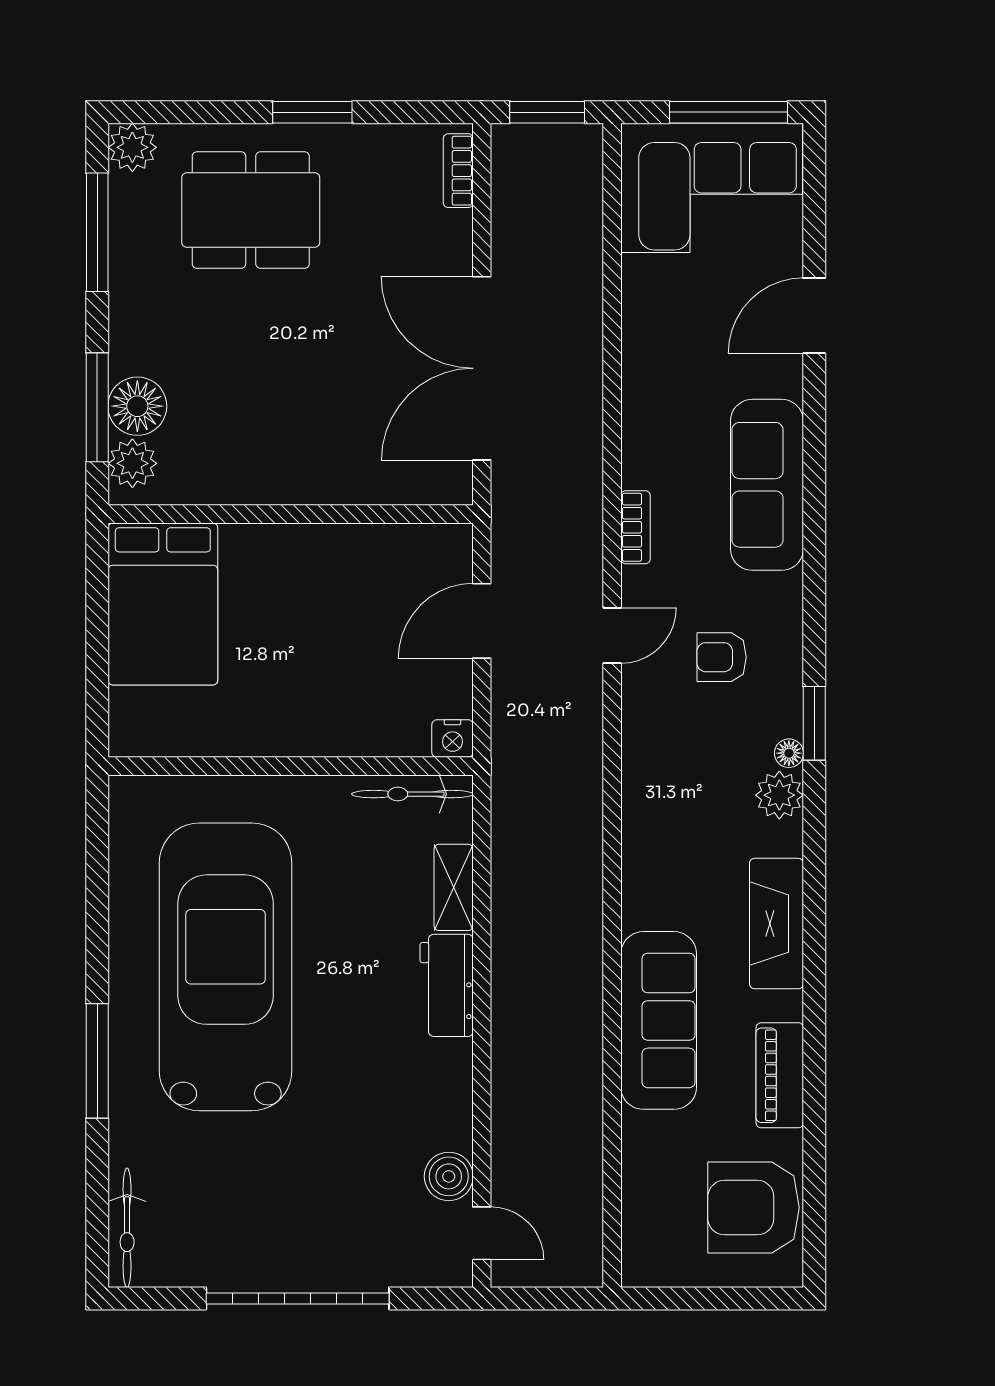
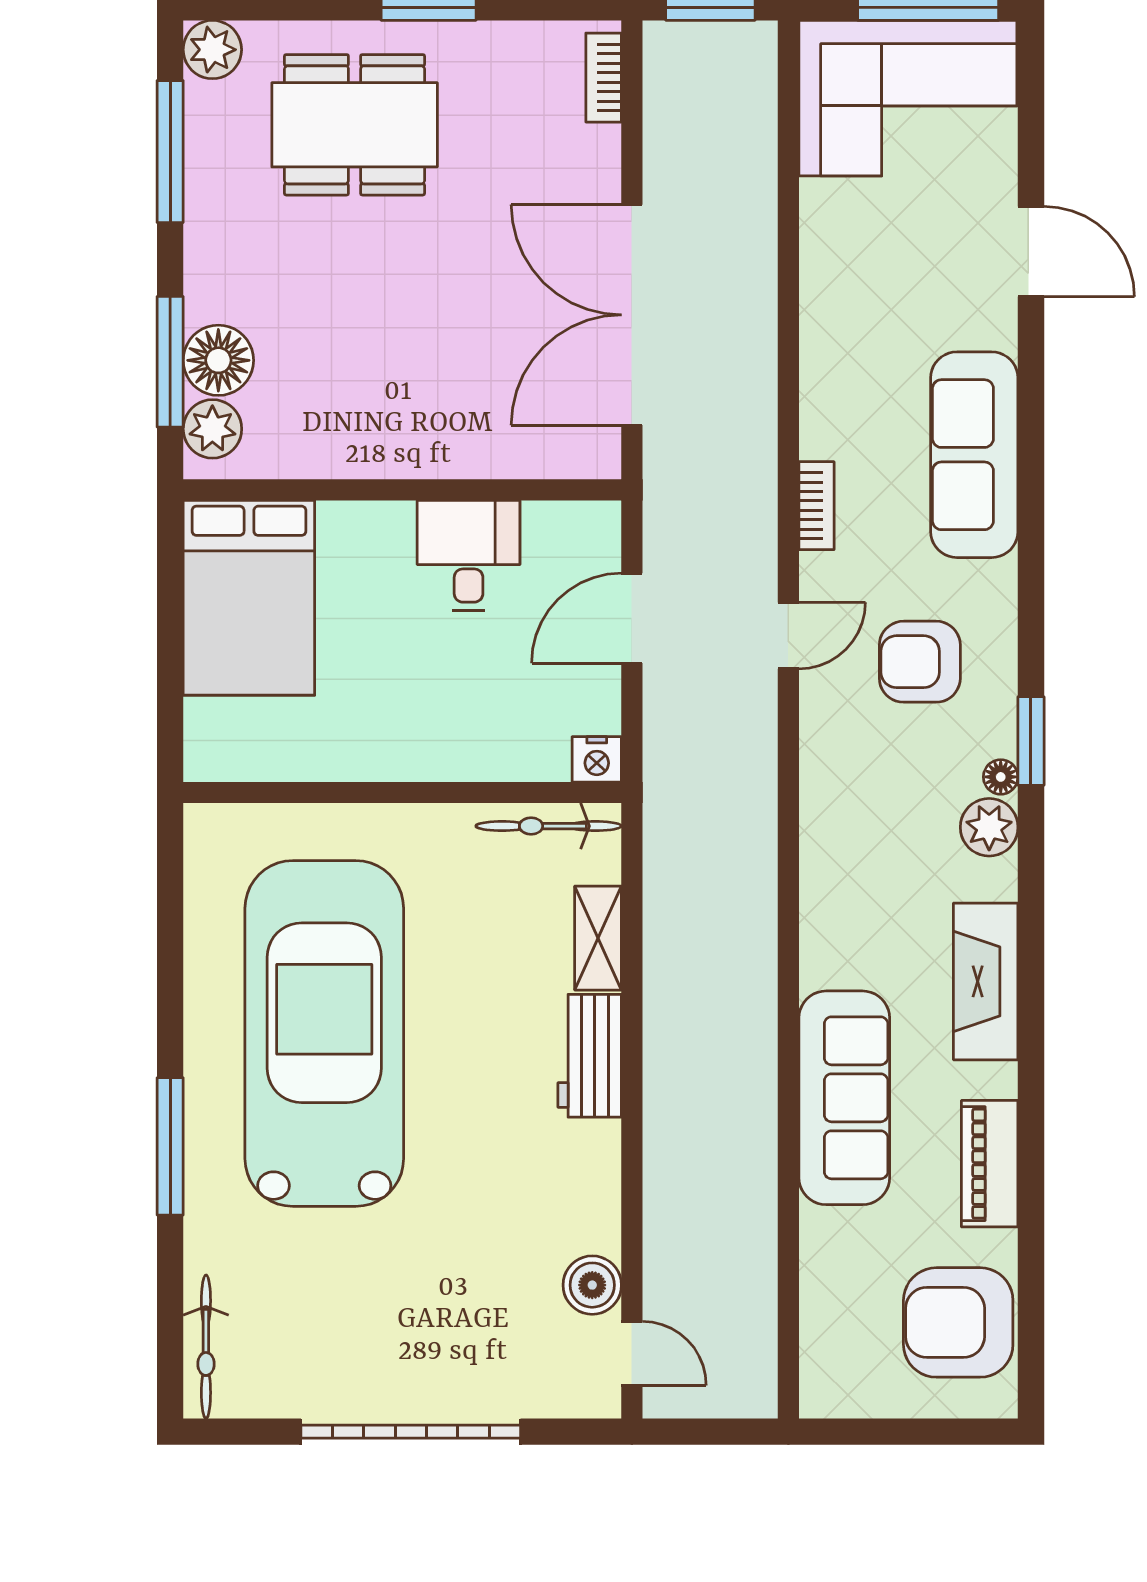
door: (814, 316) -> (1031, 252), swing flipped
desk: (346, 569) -> (469, 556), added
armchair: (722, 657) -> (920, 662), width x1.38, depth x1.38

